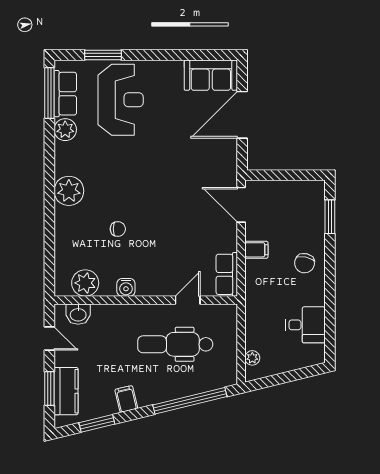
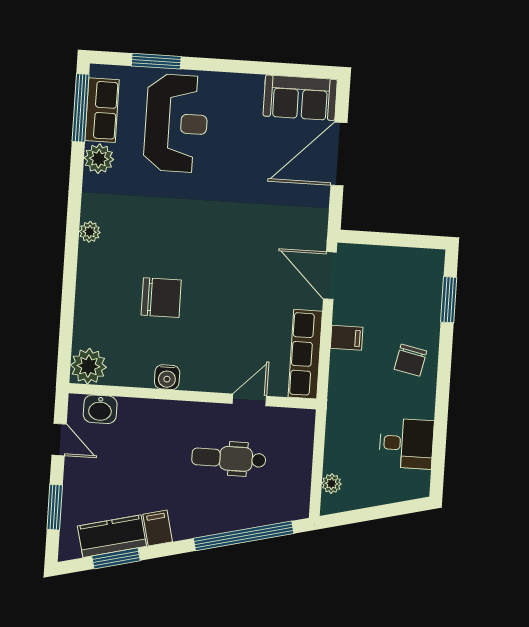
plant: (69, 191) -> (90, 232), width x0.53, depth x0.53
chair: (118, 229) -> (161, 298), width x1.87, depth x1.87
row of seats: (227, 274) -> (305, 354), width x1.48
plant: (85, 283) -> (88, 366), moved
dental chair: (175, 344) -> (229, 458), width x0.73, depth x0.72
kitchen counter: (66, 391) -> (112, 536), moved, turned -104

